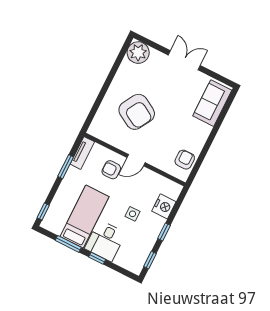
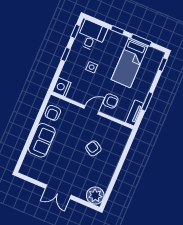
sofa: (212, 103) -> (42, 140), moved
armchair: (137, 112) -> (93, 148), width x0.53, depth x0.53
nightstand: (164, 206) -> (62, 87), moved
desk: (105, 241) -> (92, 36), moved

